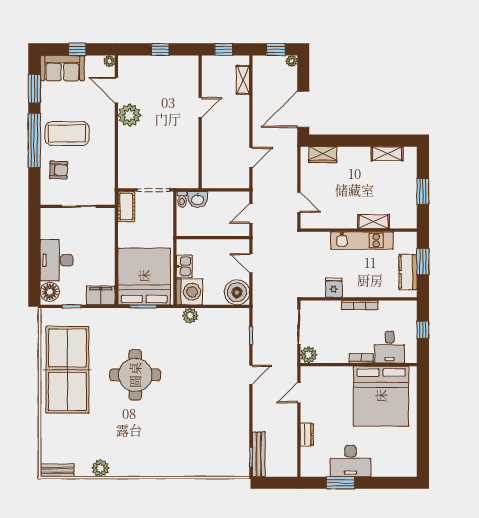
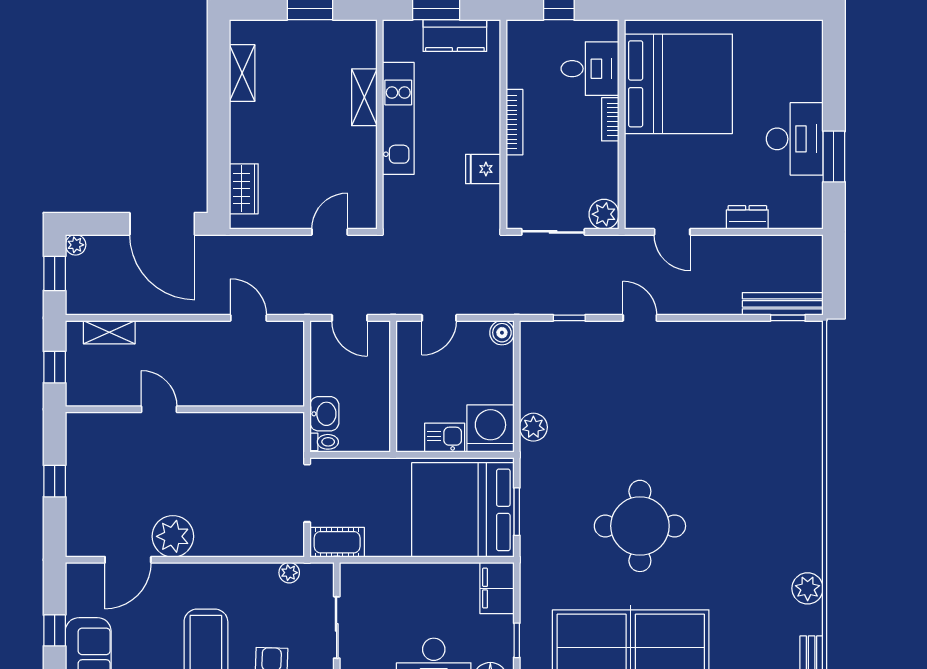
plant: (109, 61) -> (289, 573), moved
boiler: (237, 292) -> (502, 333), width x0.54, depth x0.54

